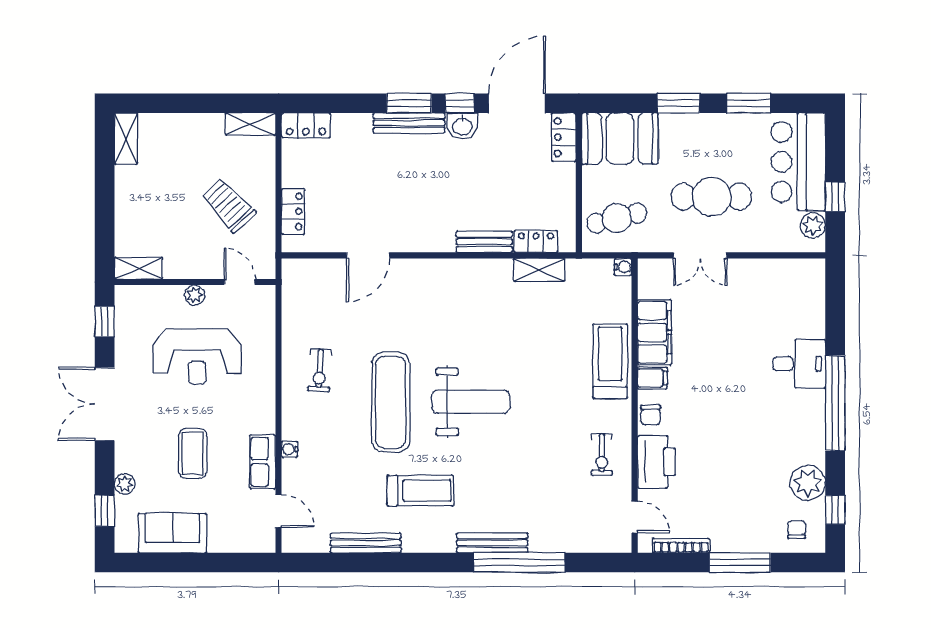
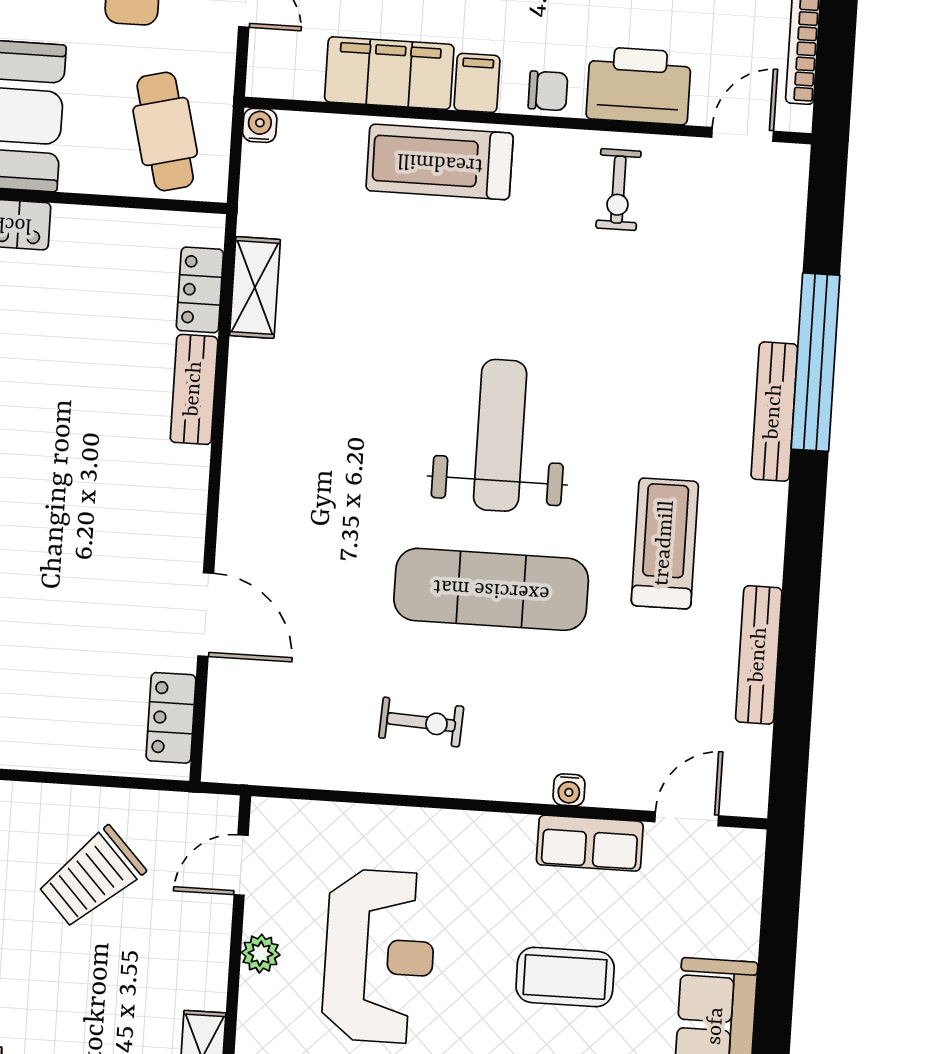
locker: (293, 211) -> (171, 718), moved, turned -90
exercise bike: (602, 455) -> (618, 190), turned 90

